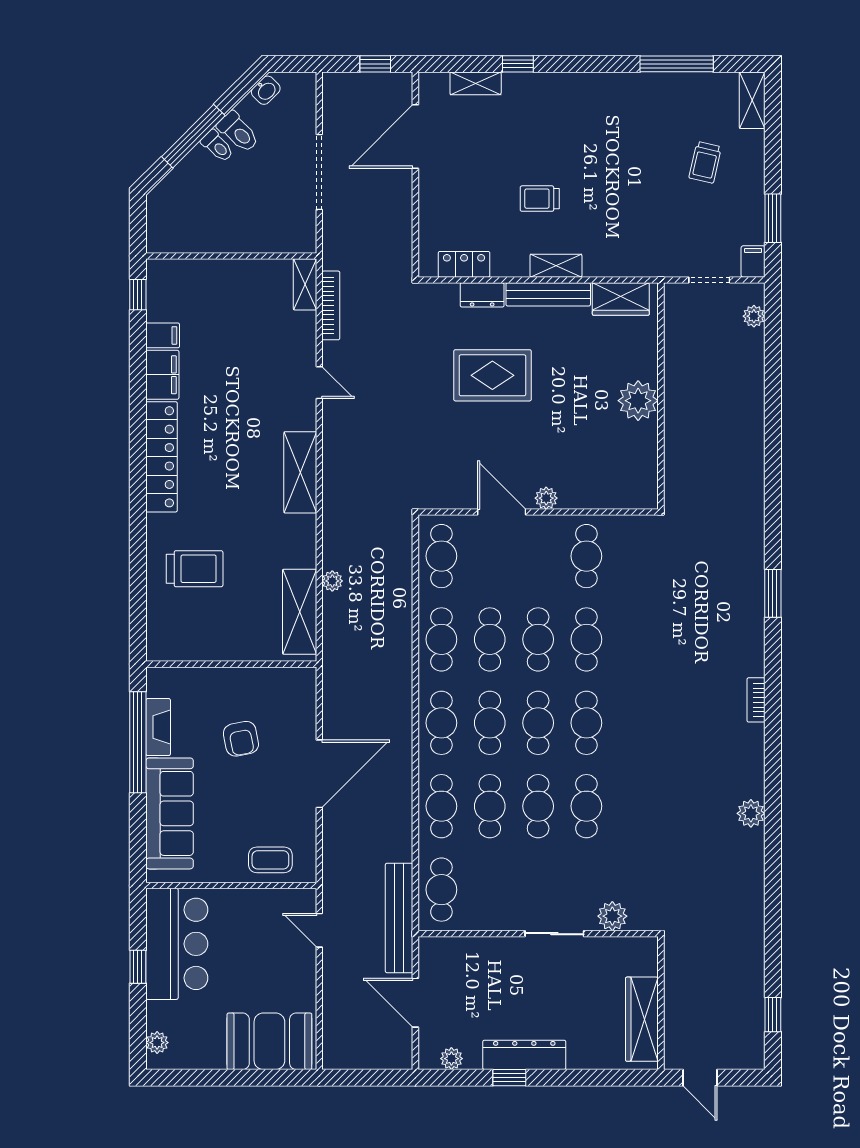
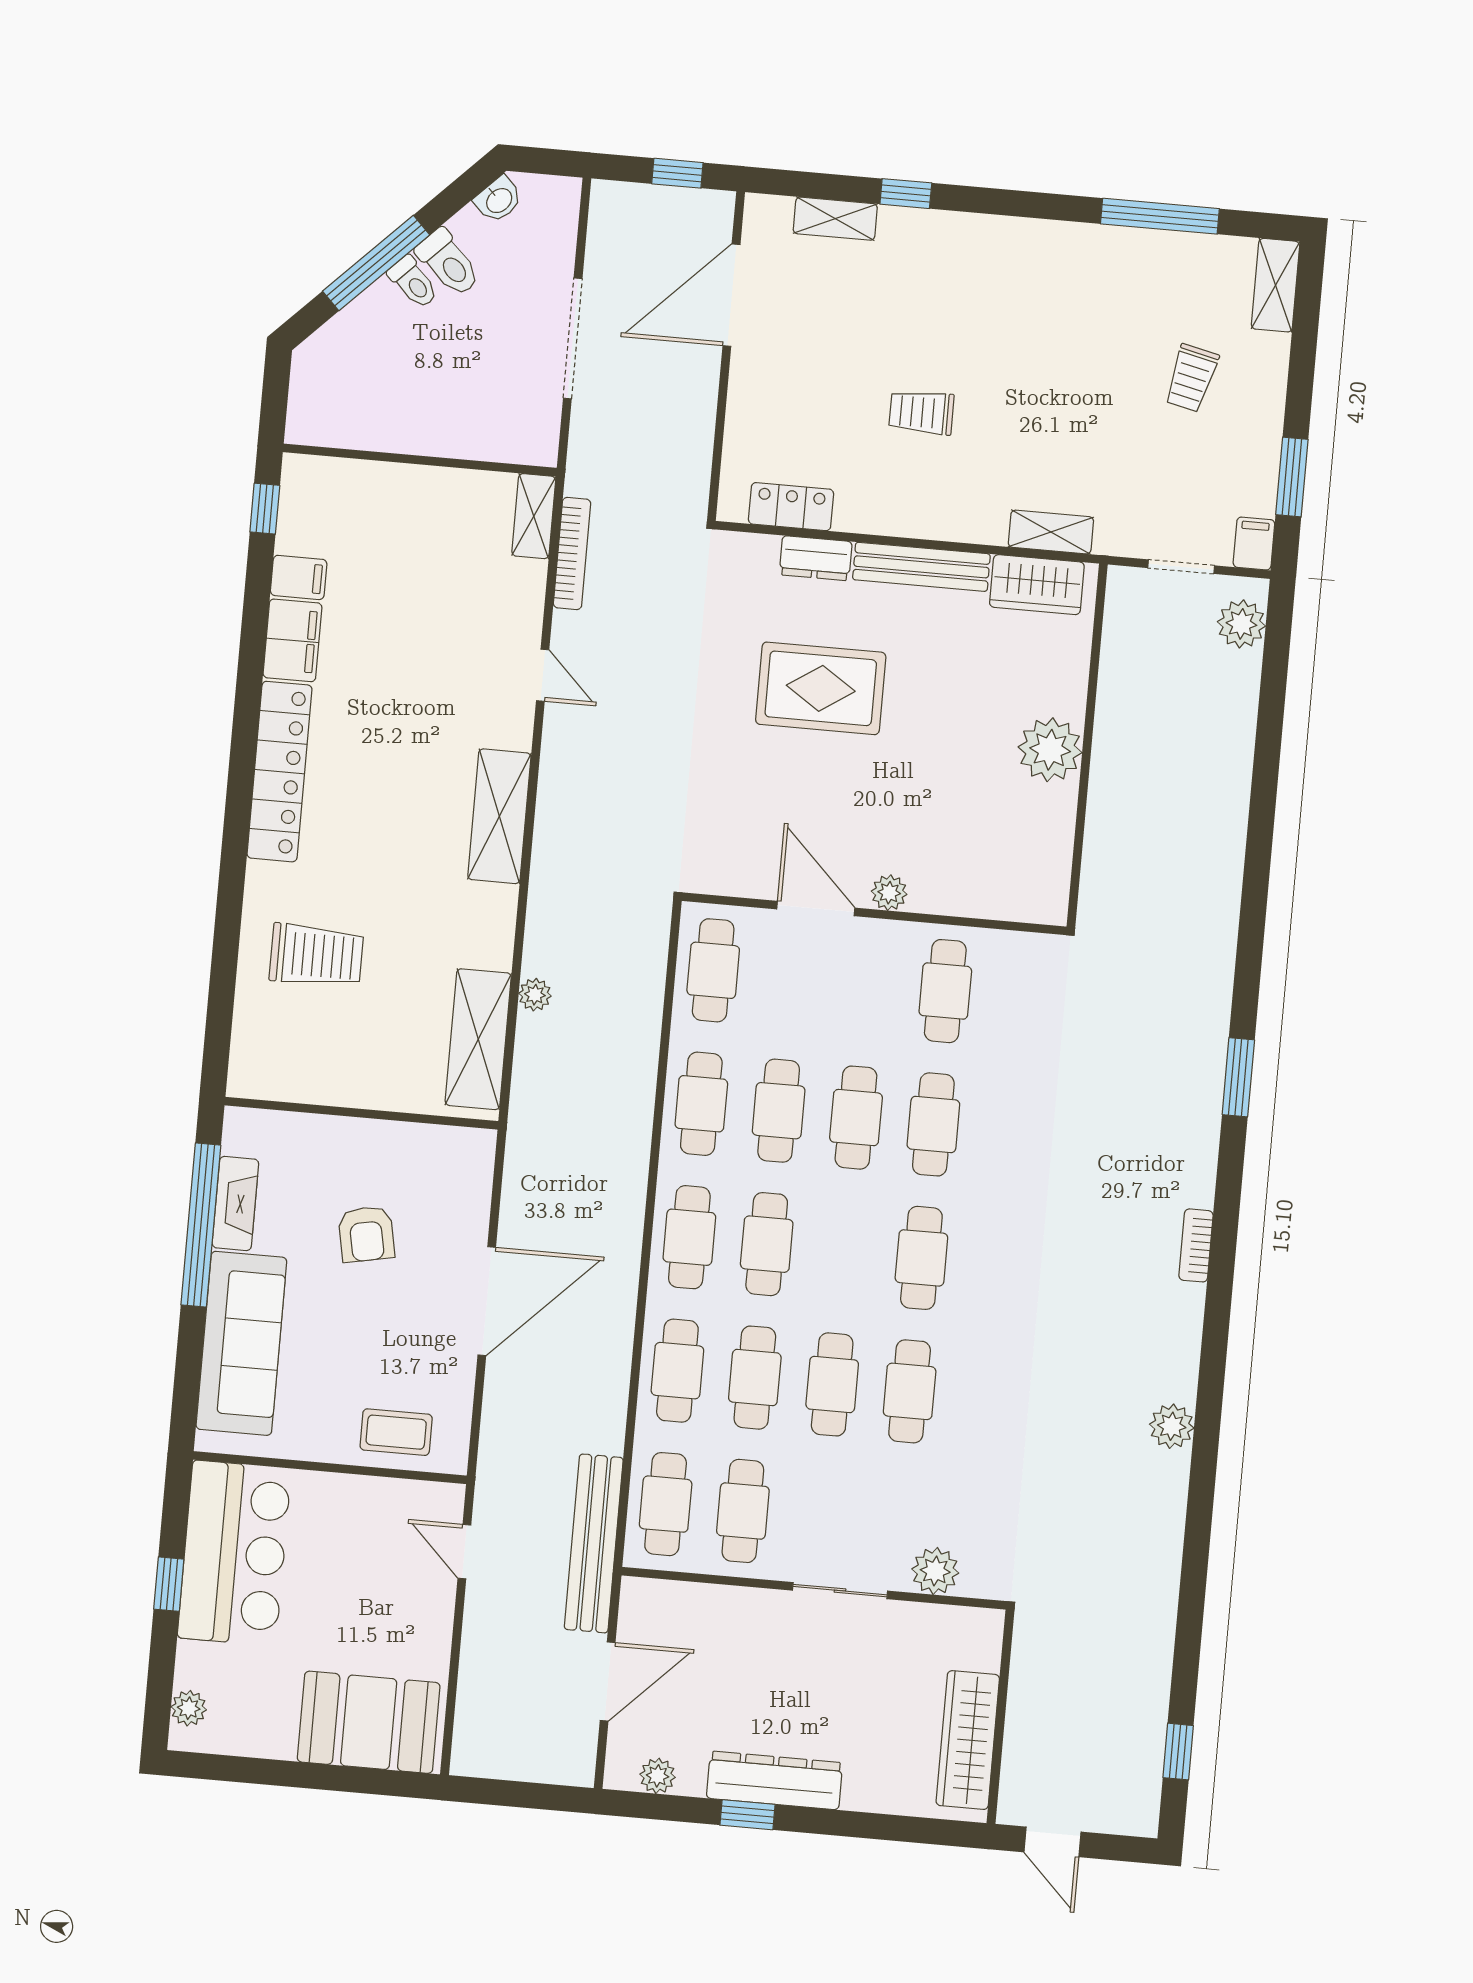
shelving: (556, 266) -> (1051, 532), moved
plant: (754, 316) -> (1241, 624), width x1.38, depth x1.38
cafe table: (538, 723) -> (743, 1511), moved
door: (415, 1003) -> (608, 1681), swing flipped

